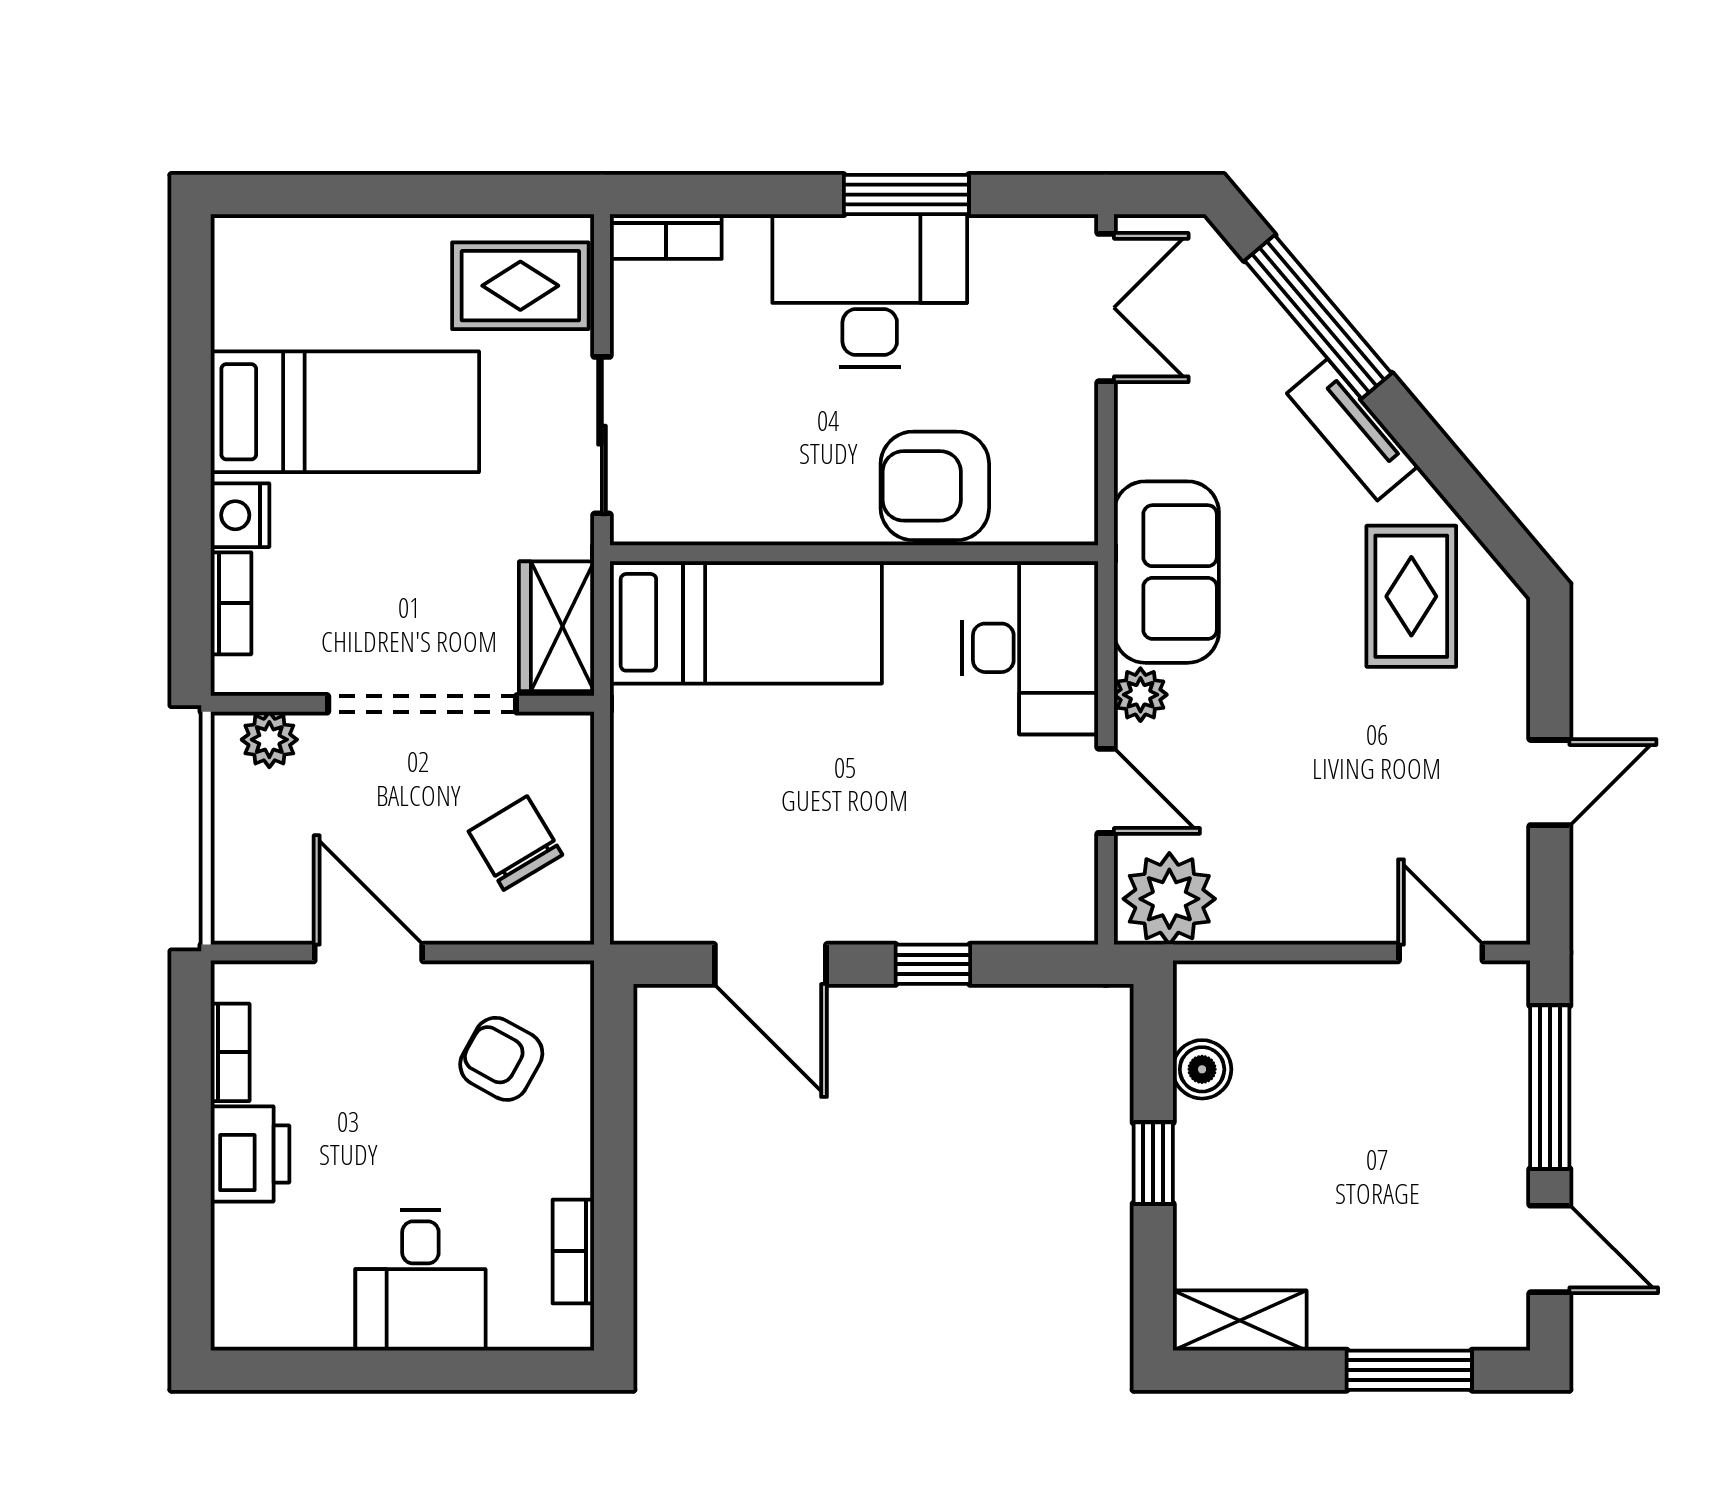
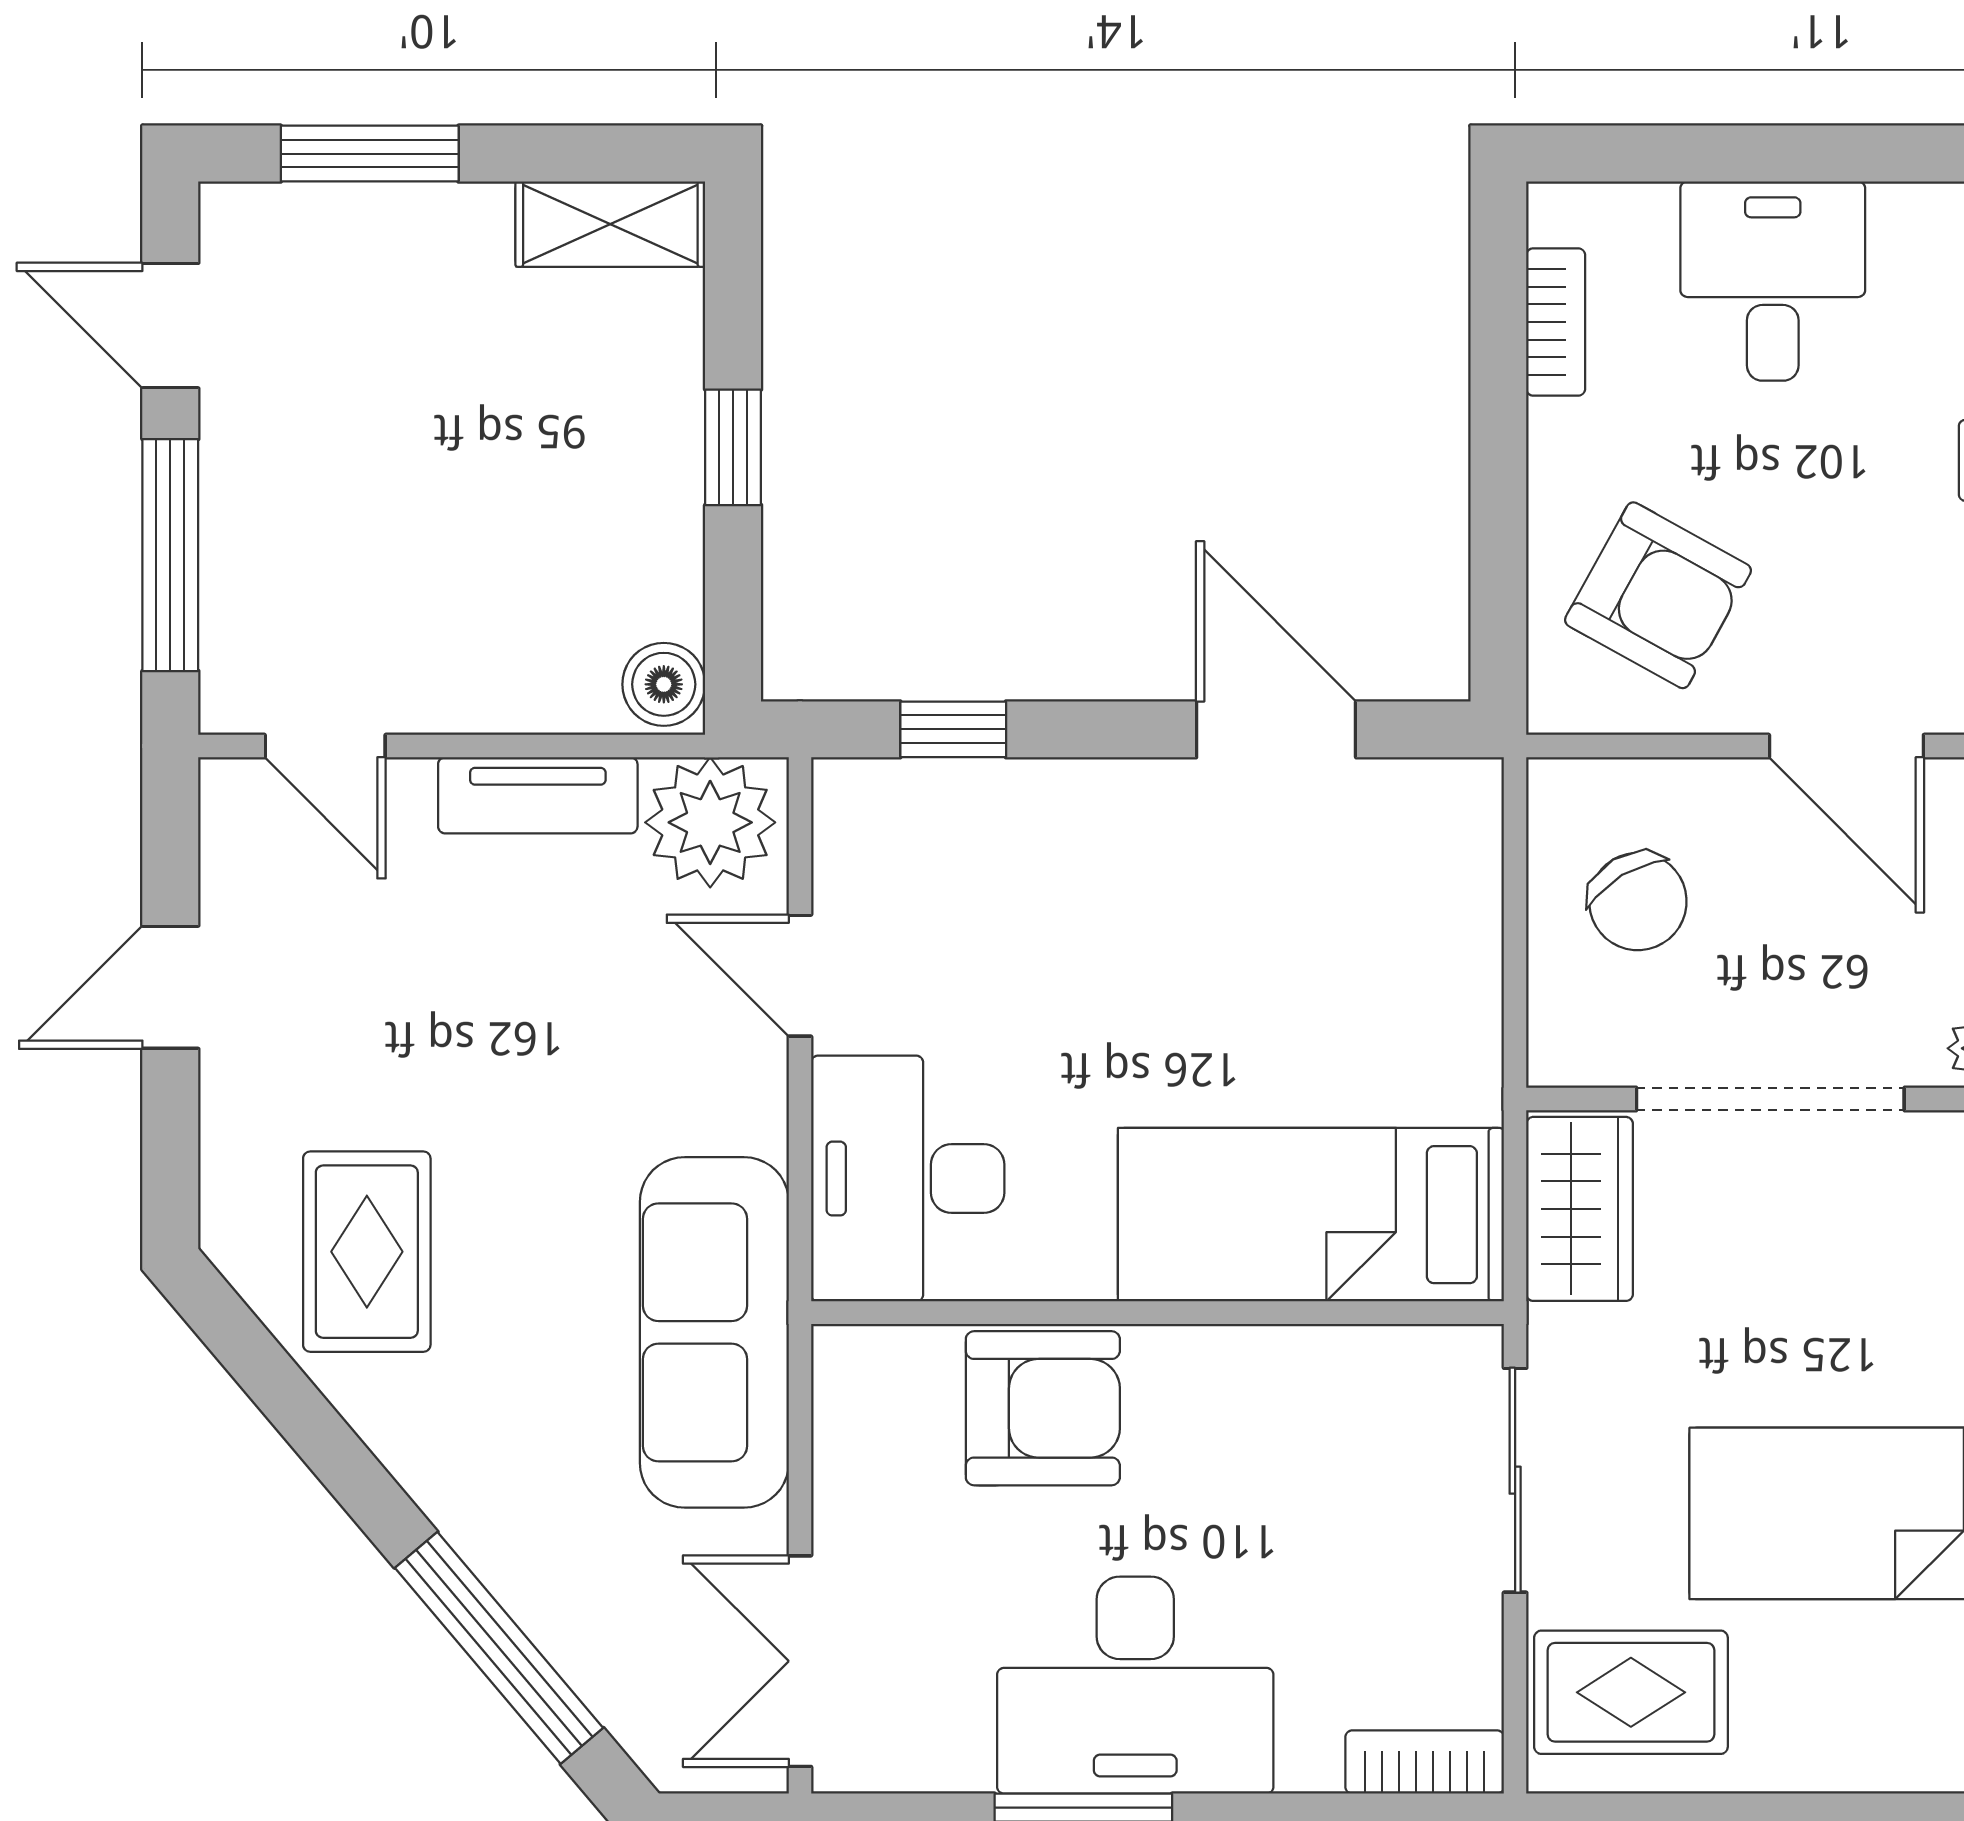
tv unit: (1353, 430) -> (538, 795), moved, turned 130
sofa: (1166, 572) -> (714, 1332), width x1.36
plant: (1140, 695) -> (751, 1112), removed
window: (933, 964) -> (953, 729), moved
armchair: (501, 1059) -> (1658, 595), width x1.38, depth x1.38
boiler: (1202, 1069) -> (664, 684), moved

